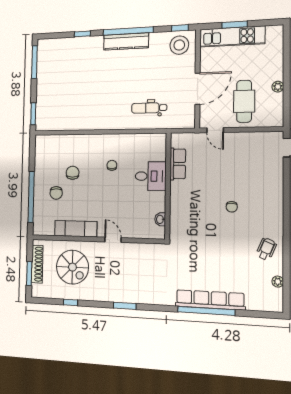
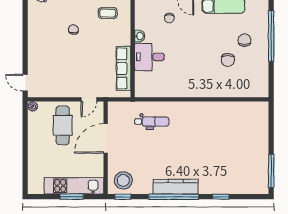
plant: (278, 87) -> (33, 106), moved
window: (33, 114) -> (271, 119), removed
door: (215, 130) -> (89, 99), swing flipped
row of seats: (178, 164) -> (124, 68), width x1.48
chair: (112, 165) -> (169, 18), moved
washbasin: (160, 219) -> (140, 36), moved
coffee table: (194, 224) -> (108, 13), added

